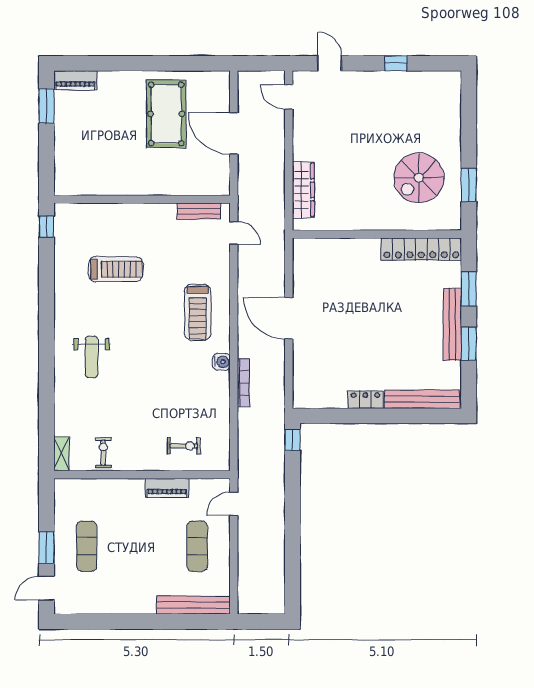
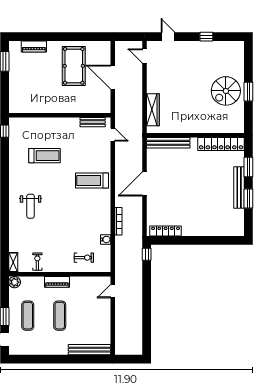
piano: (75, 80) -> (34, 47), moved
spiral stairs: (419, 178) -> (226, 91), moved
window: (469, 185) -> (248, 92), moved
treadmill: (198, 312) -> (92, 181), turned 90
door: (289, 318) -> (145, 184), hinge flipped
water cooler: (221, 362) -> (106, 239), moved
bench: (422, 399) -> (168, 143), moved
locker: (365, 400) -> (166, 231), moved, width x1.53
plant: (64, 488) -> (15, 282), added
piano: (167, 488) -> (57, 282), moved
exercise mat: (197, 546) -> (60, 316), moved

